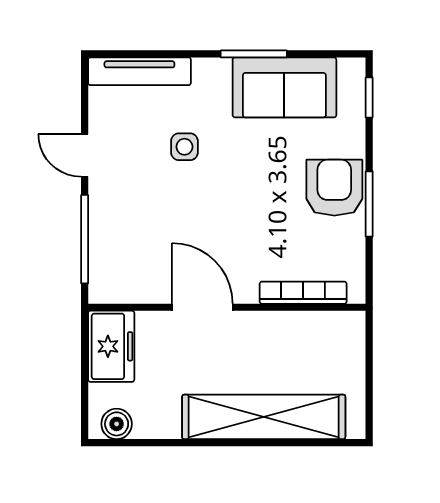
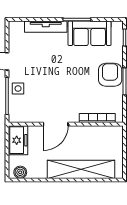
tv unit: (139, 71) -> (46, 27), moved
side table: (184, 147) -> (18, 89), moved
door: (202, 307) -> (56, 124), swing flipped

